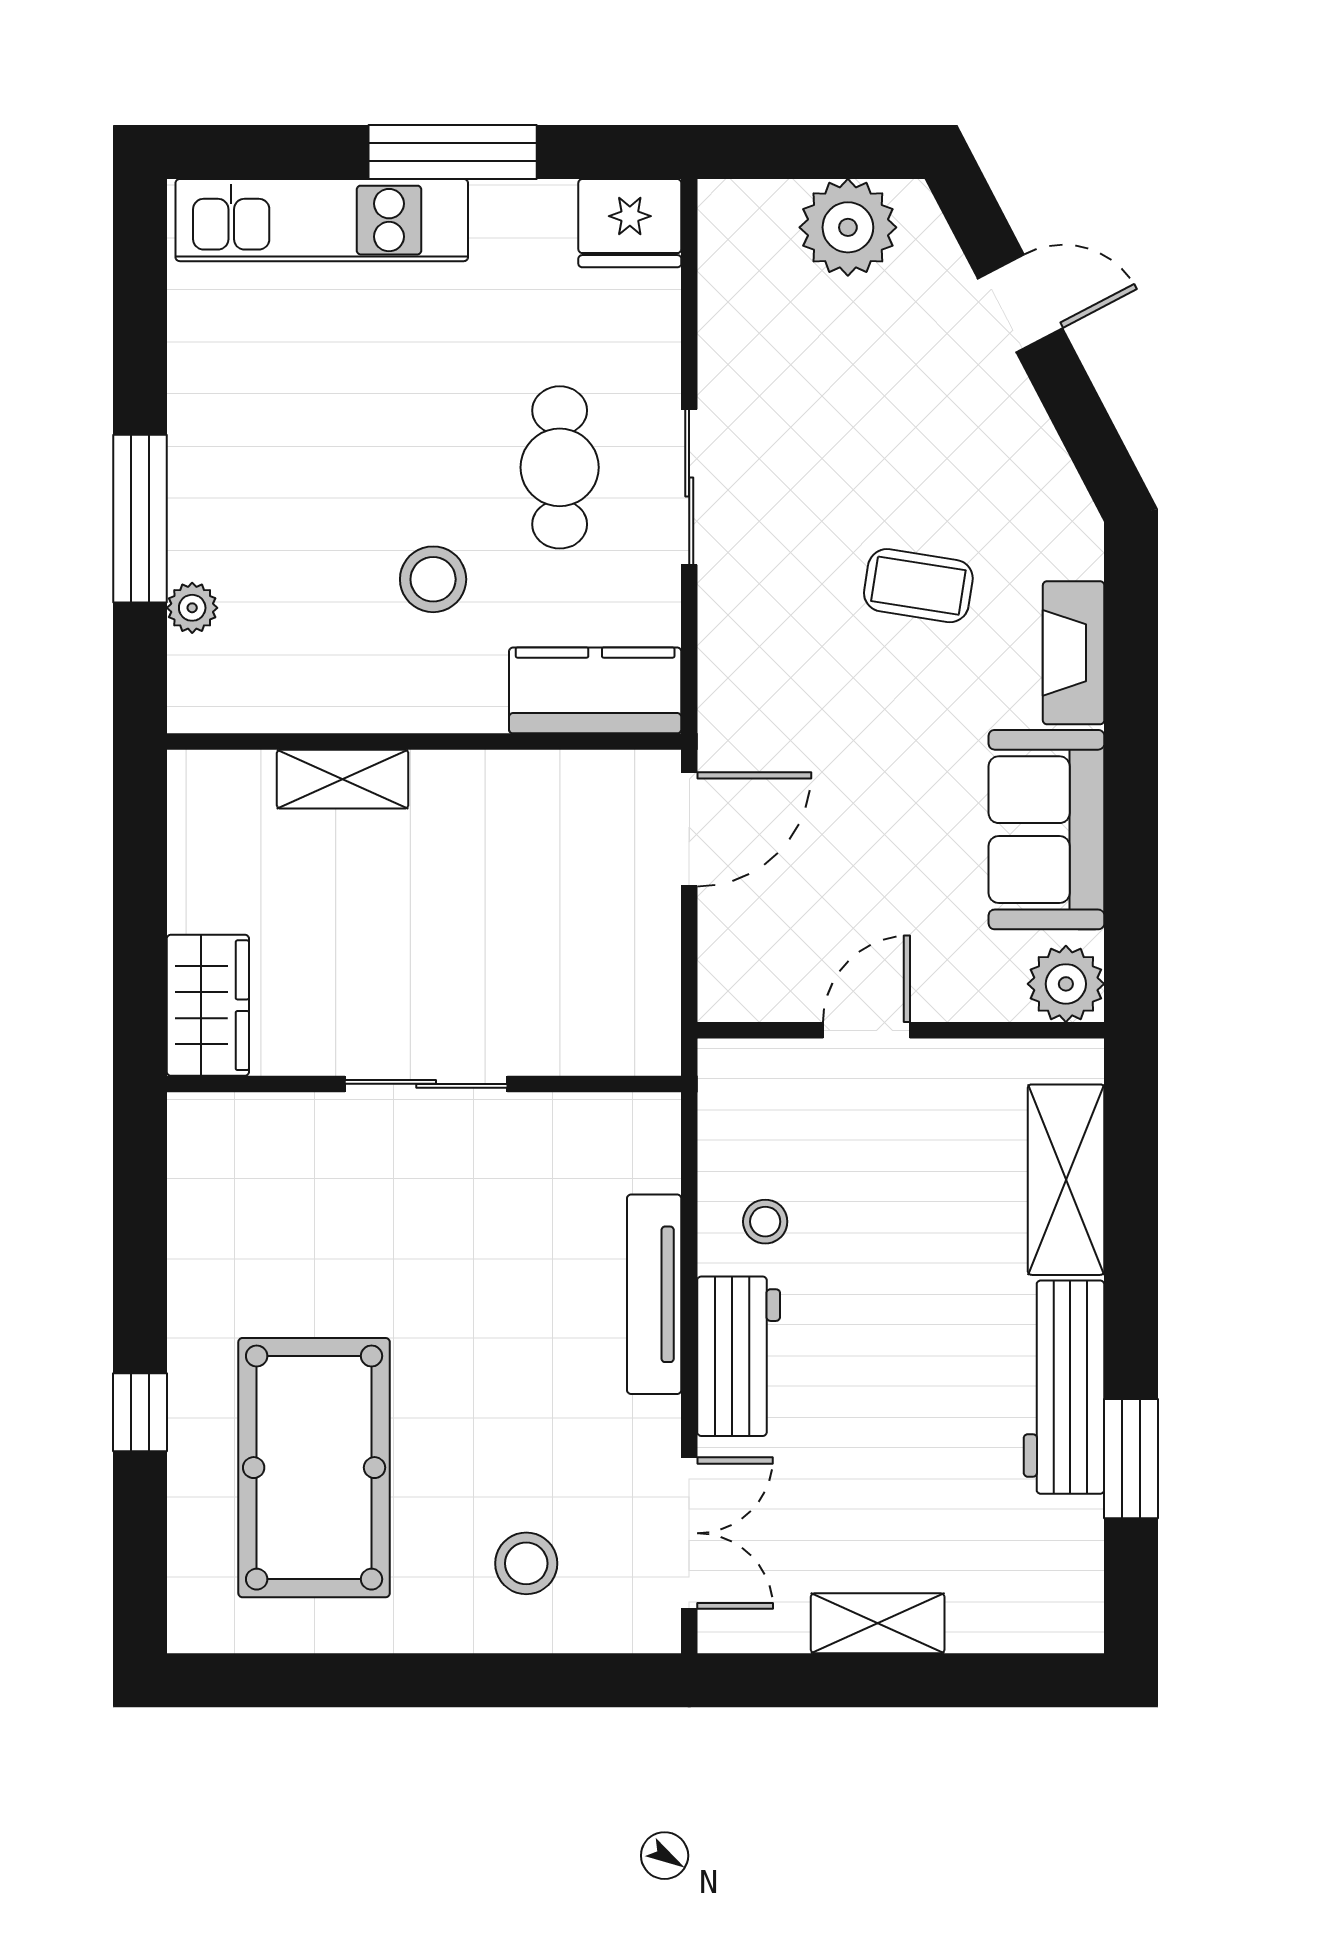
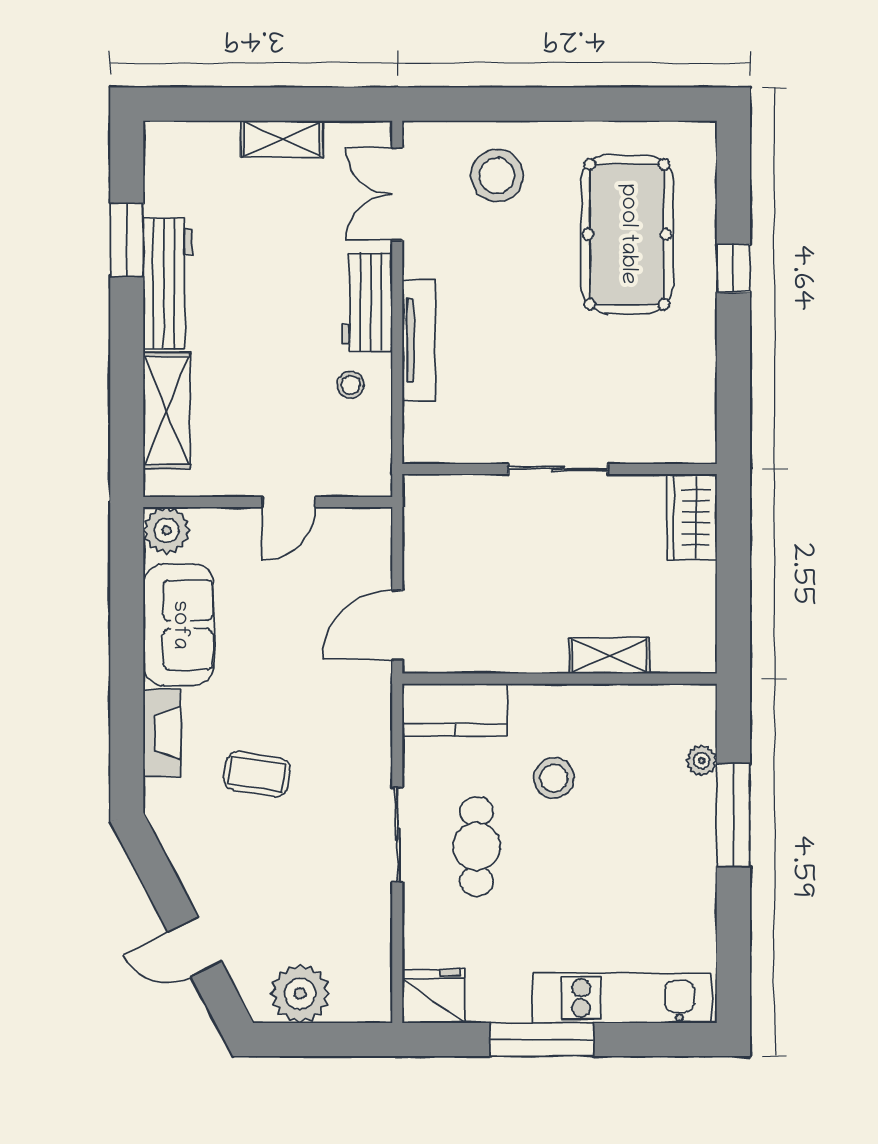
stool: (526, 1563) -> (497, 176), width x1.38, depth x1.38

